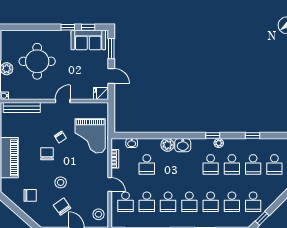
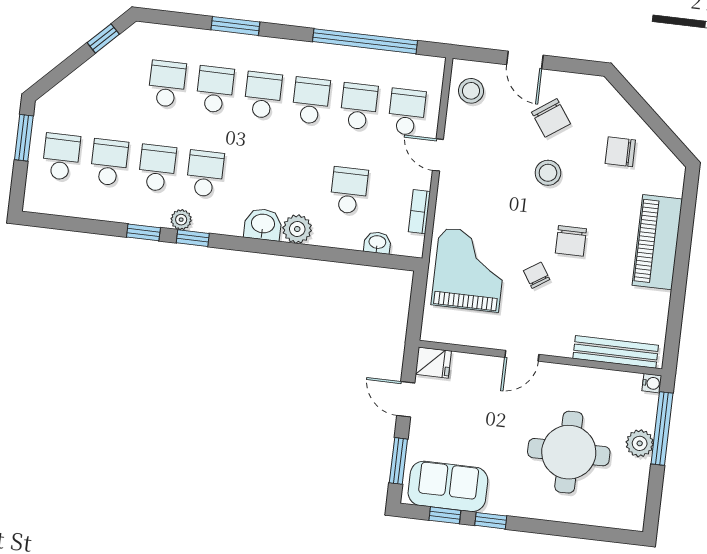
window: (252, 136) -> (143, 232), moved
school desk: (253, 202) -> (119, 78), removed

